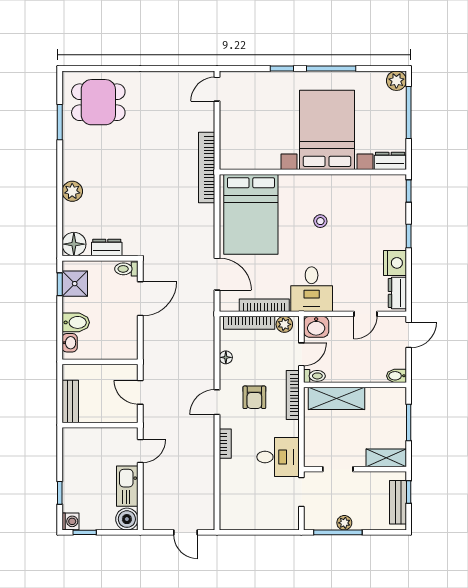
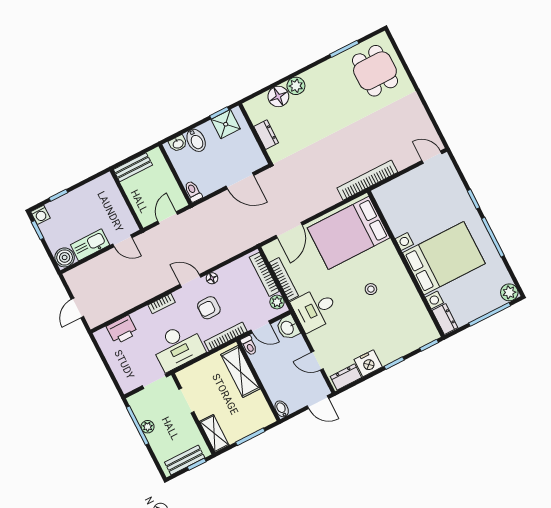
floor lamp: (74, 244) -> (278, 97), moved
toilet: (126, 269) -> (193, 191), moved
floor lamp: (226, 357) -> (212, 278), moved
desk: (278, 457) -> (178, 347), width x1.37
printer: (231, 498) -> (122, 330), added

